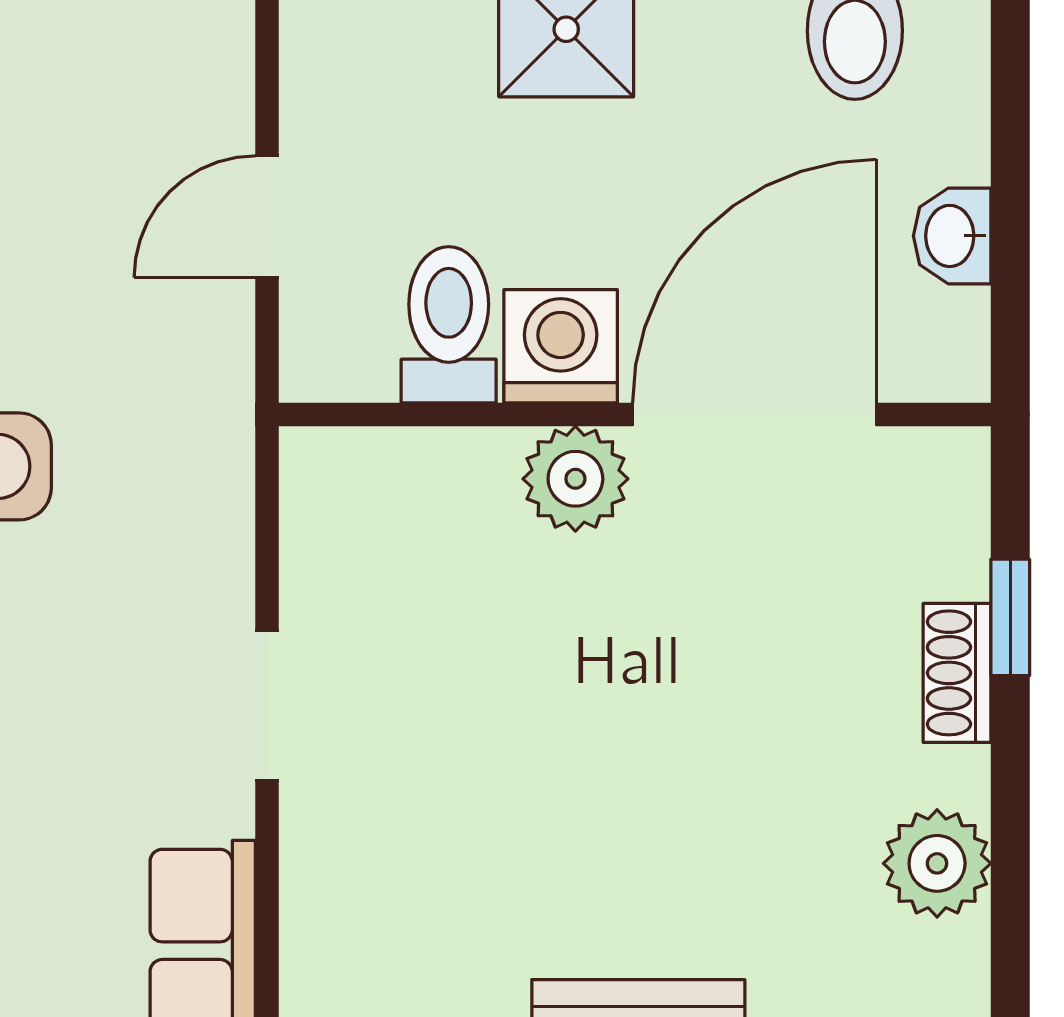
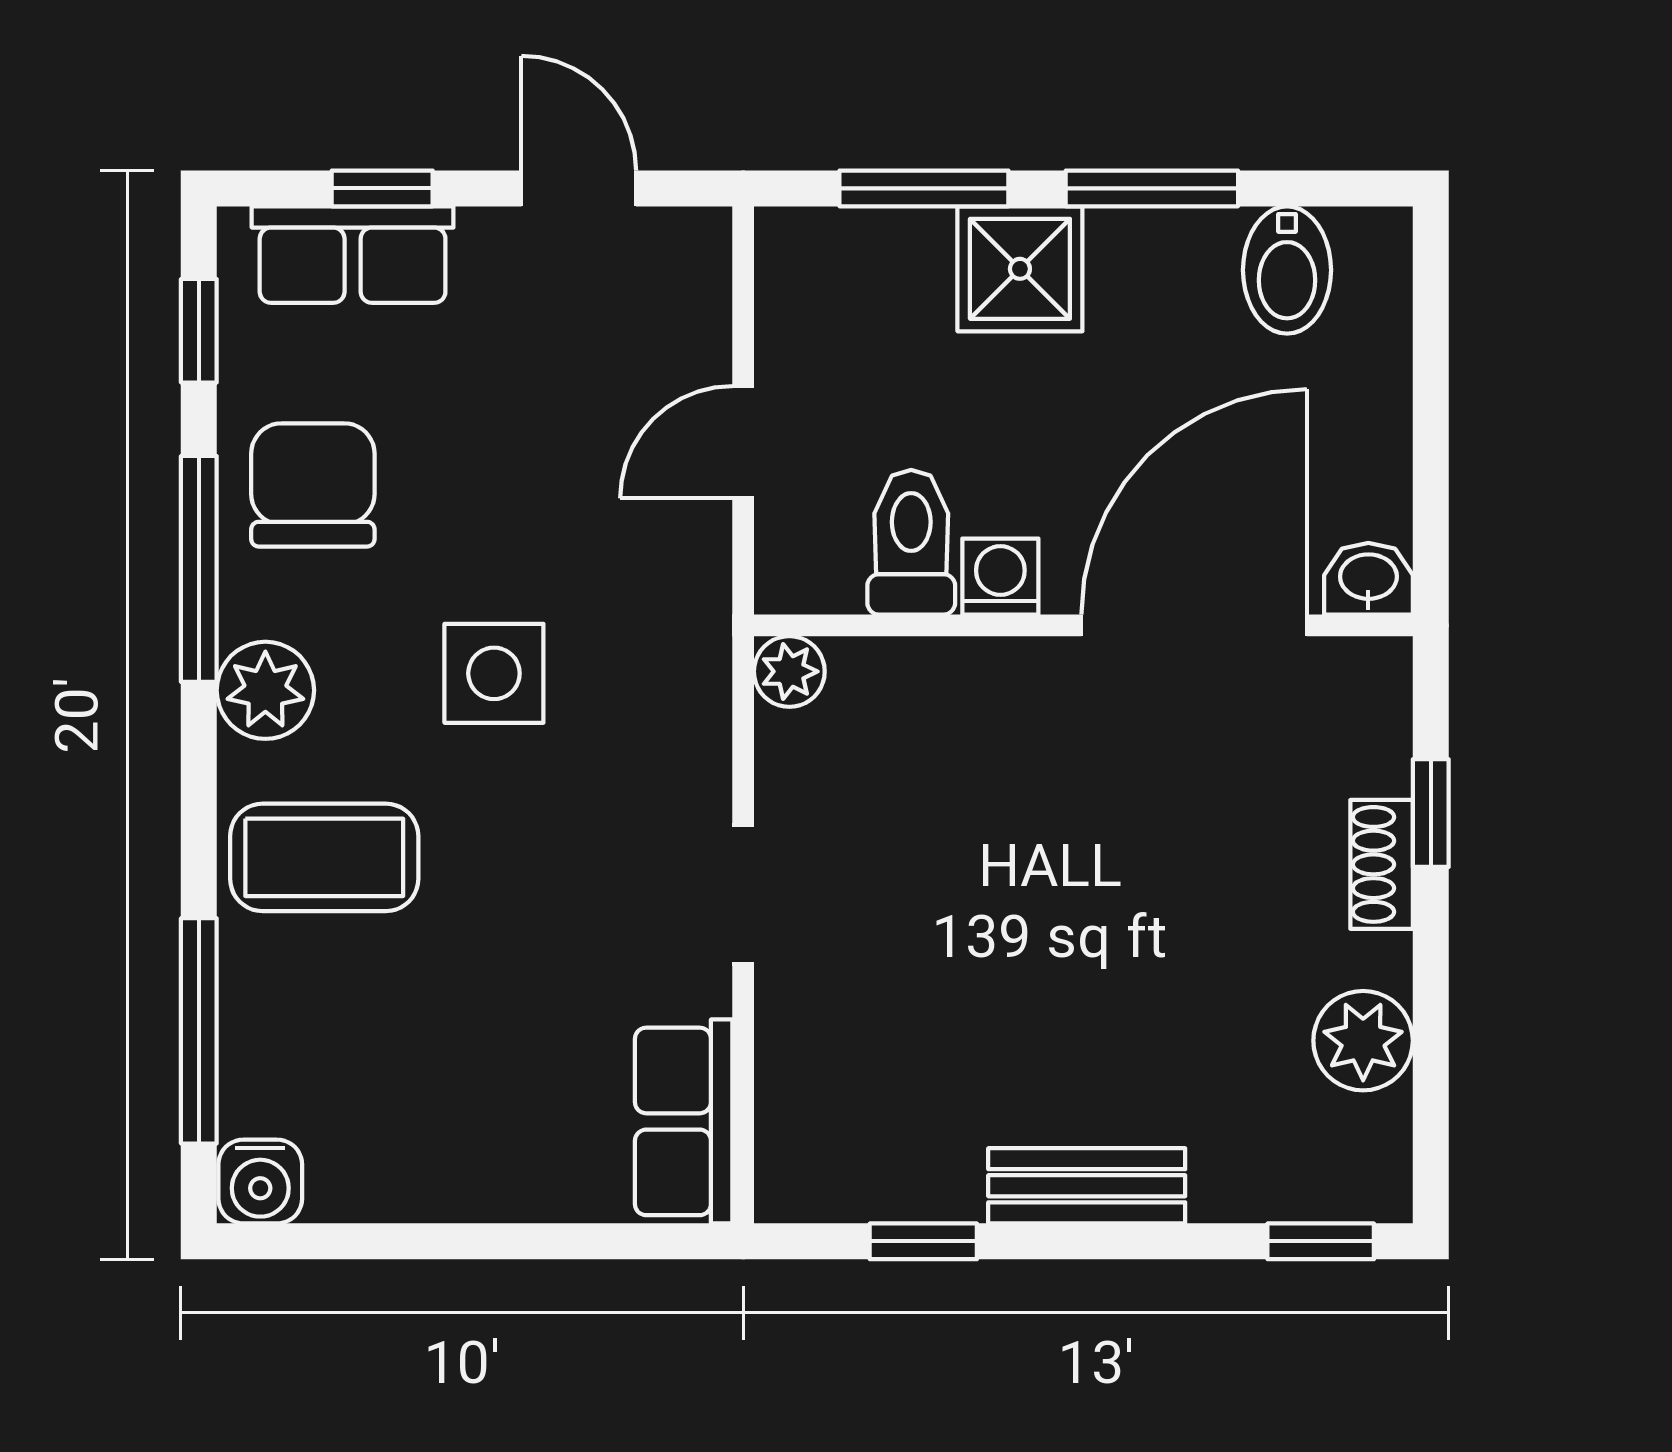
washbasin: (952, 236) -> (1368, 579), moved, turned 90
washing machine: (561, 346) -> (1000, 577), width x0.73, depth x0.73
plant: (575, 479) -> (789, 671), moved, width x0.73, depth x0.73

